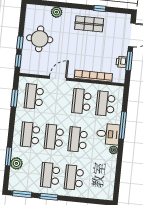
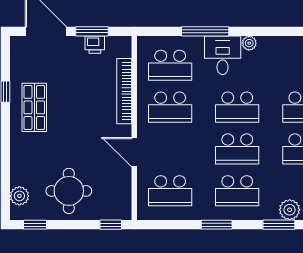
plant: (57, 12) -> (19, 196), moved
window: (20, 43) -> (35, 225), moved
window: (14, 98) -> (217, 225), moved

